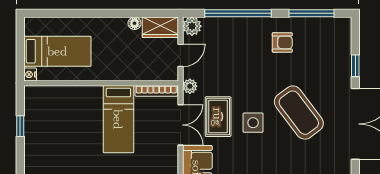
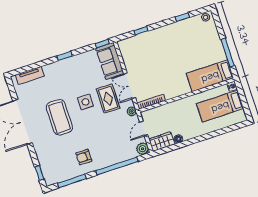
window: (355, 66) -> (39, 173), moved
coffee table: (299, 113) -> (59, 117), turned 37
bed: (118, 119) -> (210, 76), moved, turned -90
window: (20, 126) -> (228, 53), width x2.17

